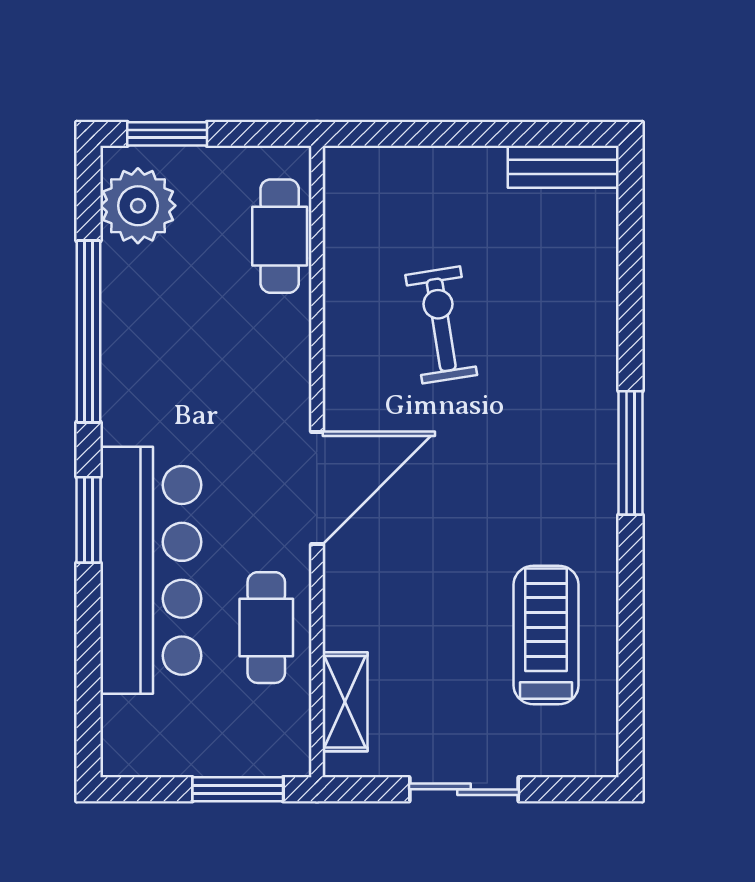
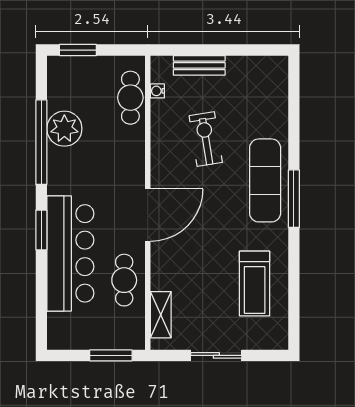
bench: (563, 167) -> (199, 65), moved
plant: (138, 206) -> (64, 129), moved
water cooler: (338, 222) -> (157, 91), added
exercise mat: (569, 414) -> (265, 180), added
treadmill: (546, 635) -> (255, 284), turned 180

